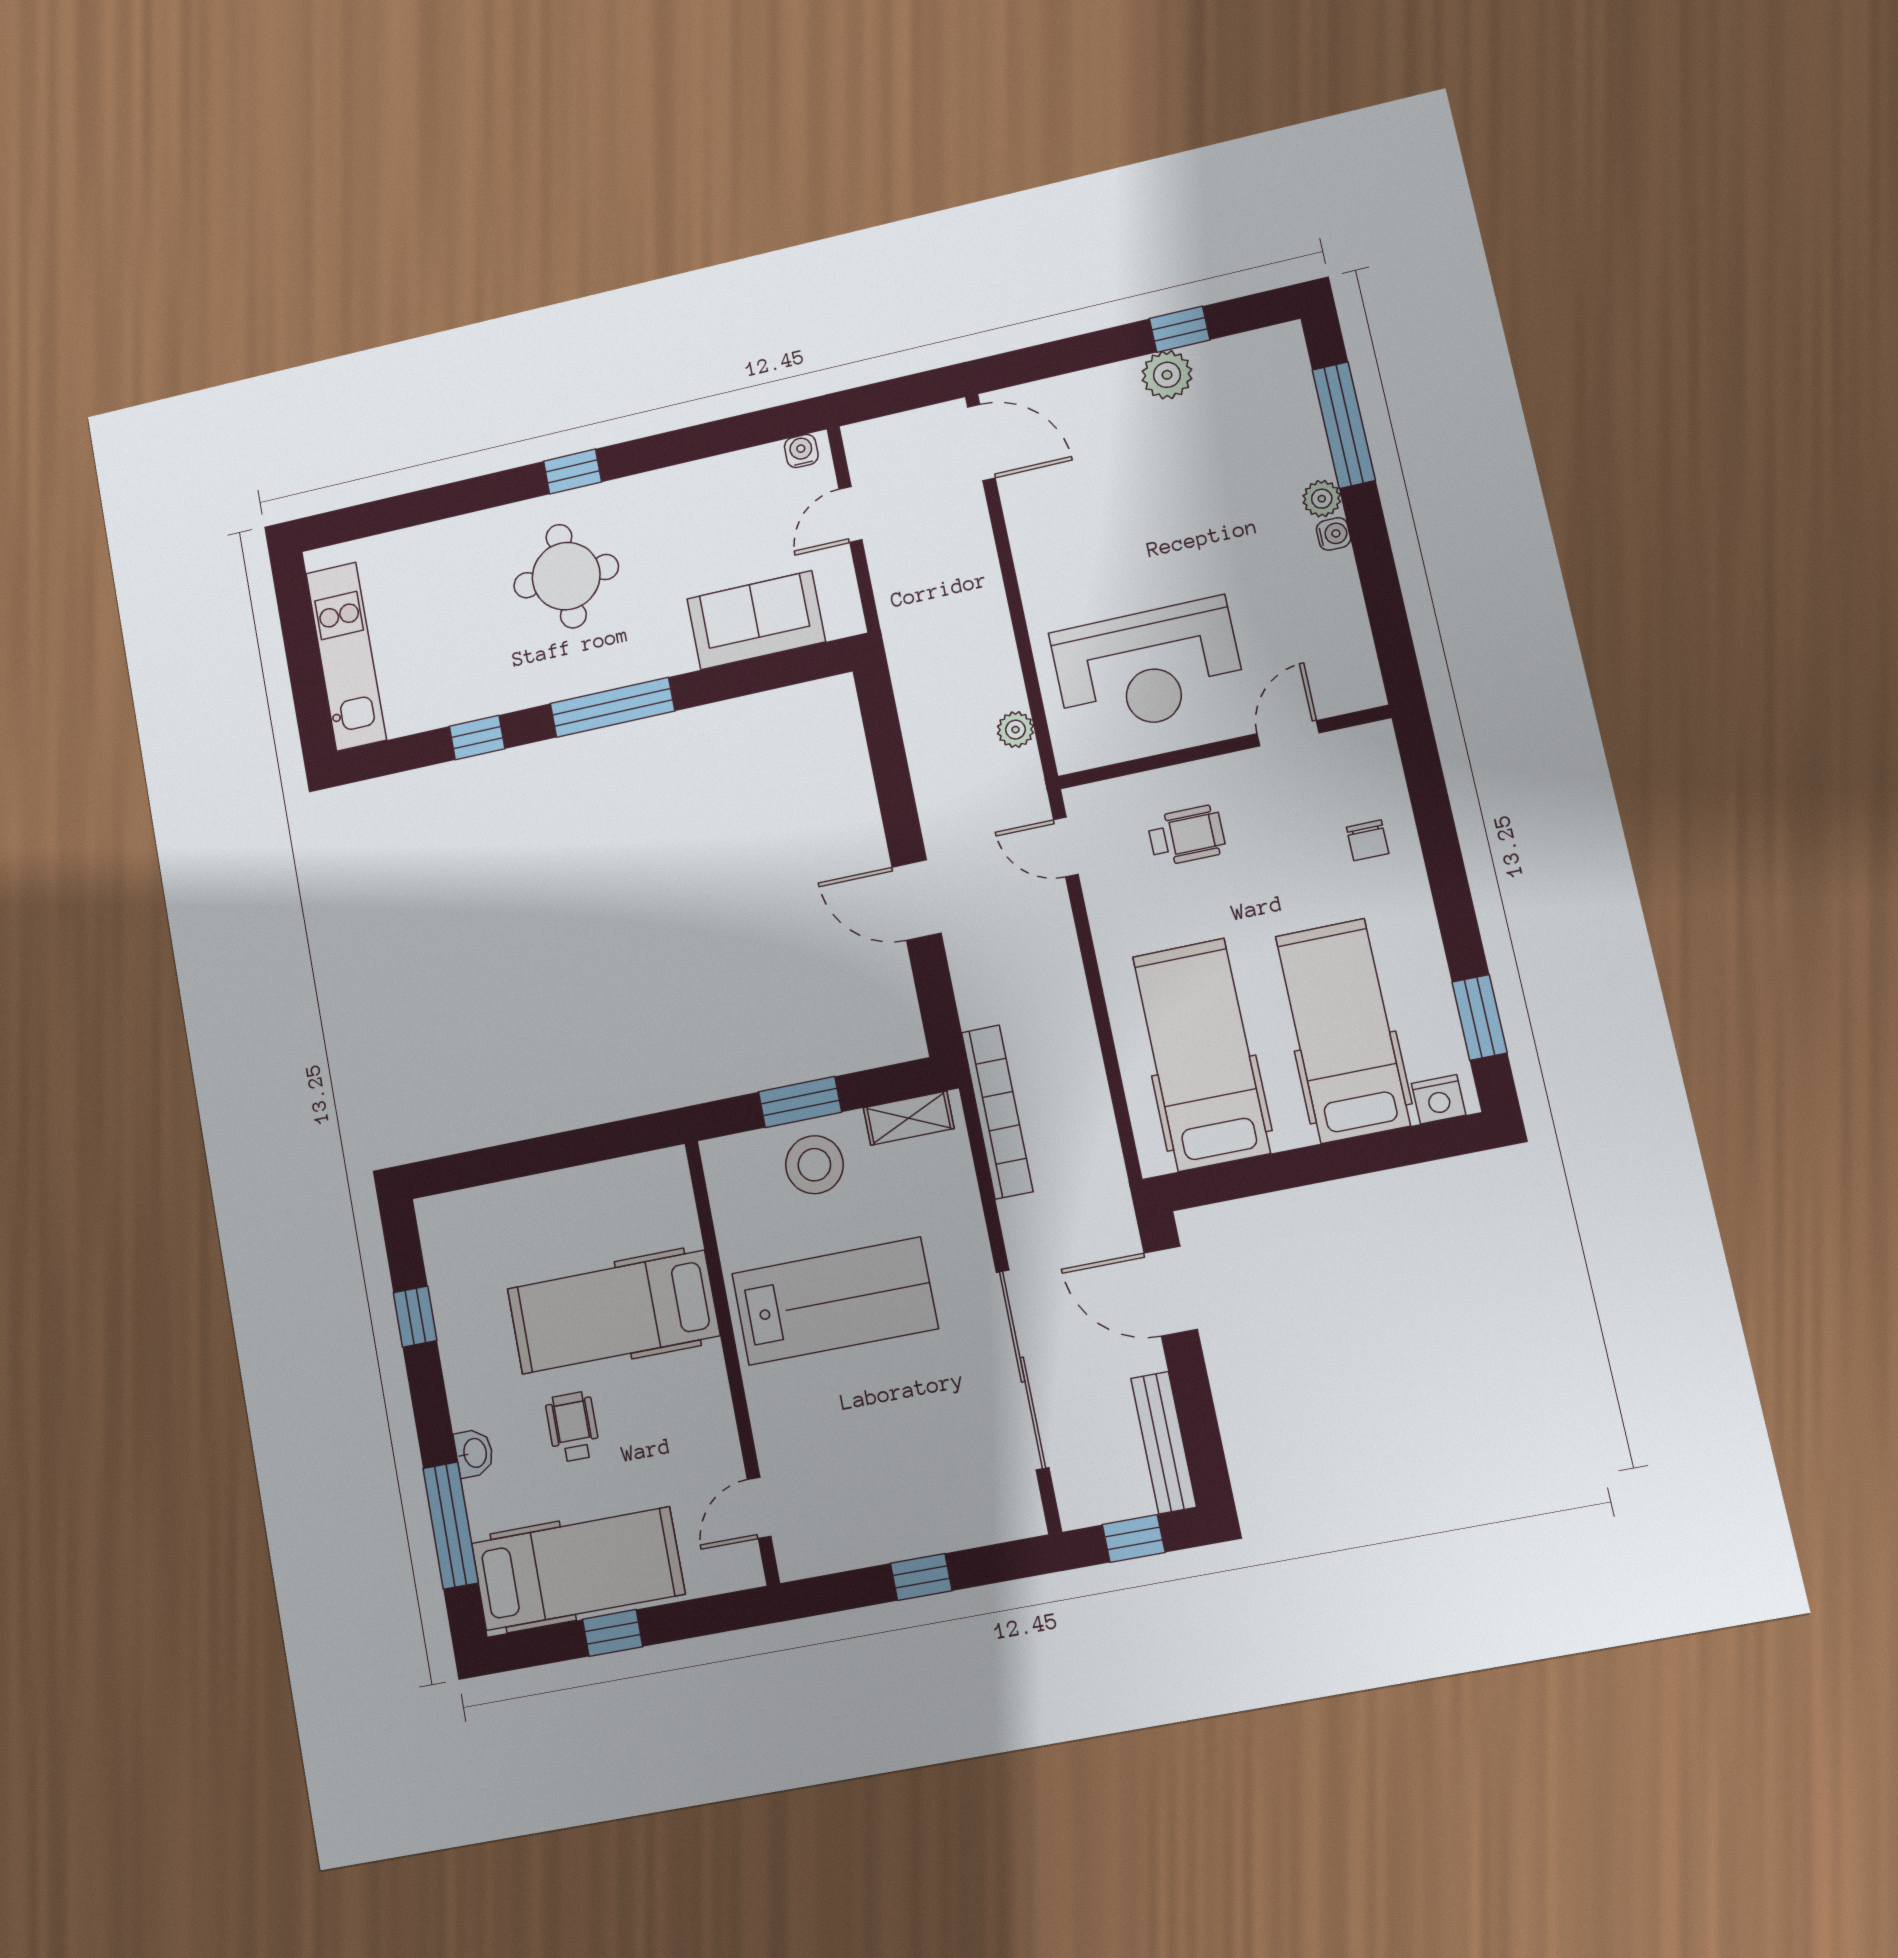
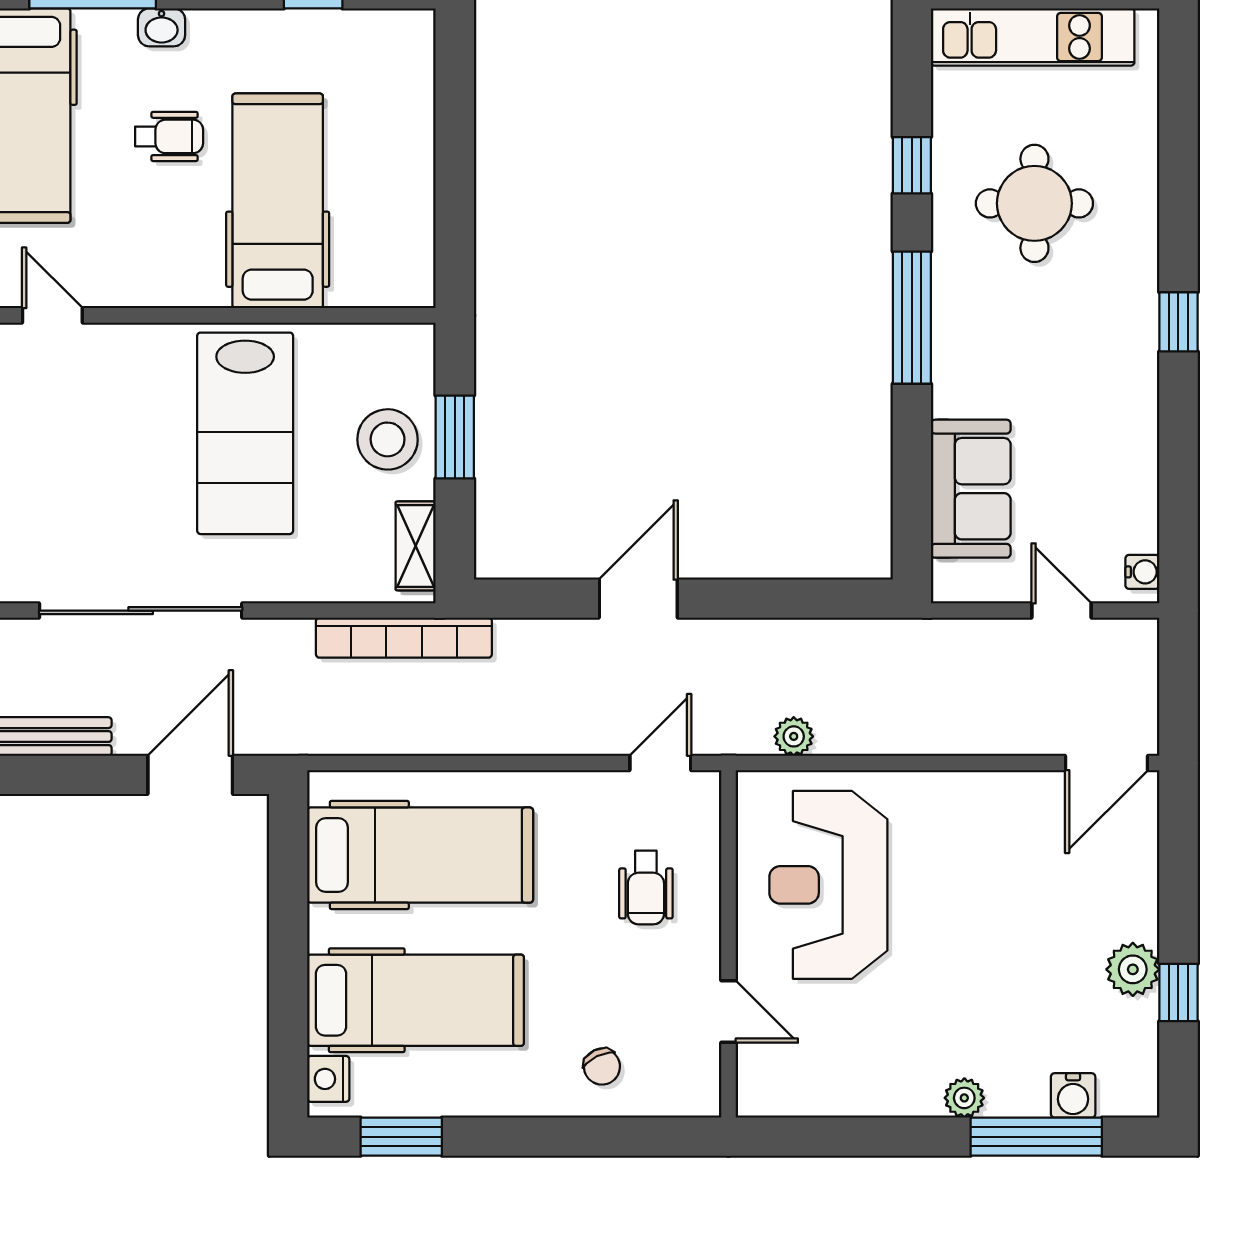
water cooler: (1333, 534) -> (1073, 1095), moved, width x1.38, depth x1.38
round table: (566, 576) -> (1034, 203), moved
chair: (1368, 840) -> (602, 1067), turned -116

